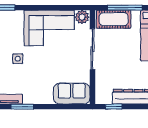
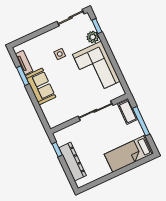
plant: (82, 17) -> (93, 37), moved
cot: (114, 19) -> (128, 112), width x0.73, depth x0.75
sofa: (72, 94) -> (41, 86), moved

